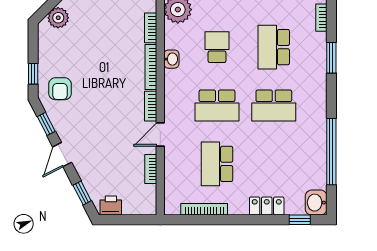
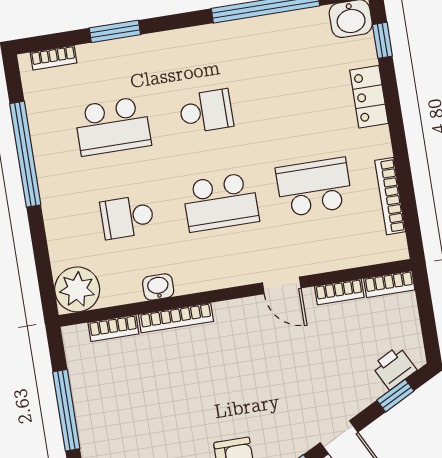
school desk: (217, 105) -> (221, 202), turned 90
school desk: (274, 105) -> (206, 111), width x0.54
bookcase: (151, 106) -> (389, 284), moved
school desk: (217, 164) -> (314, 187), turned 180
printer: (111, 206) -> (394, 368), moved, turned 63

